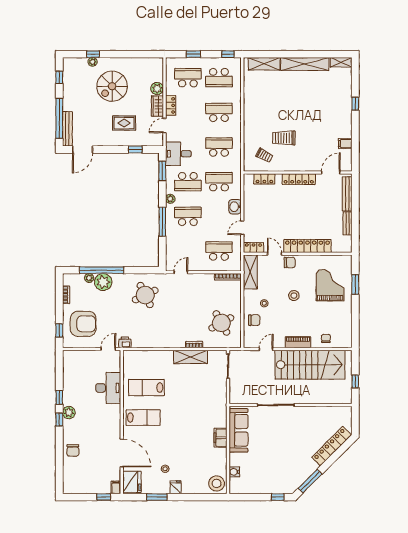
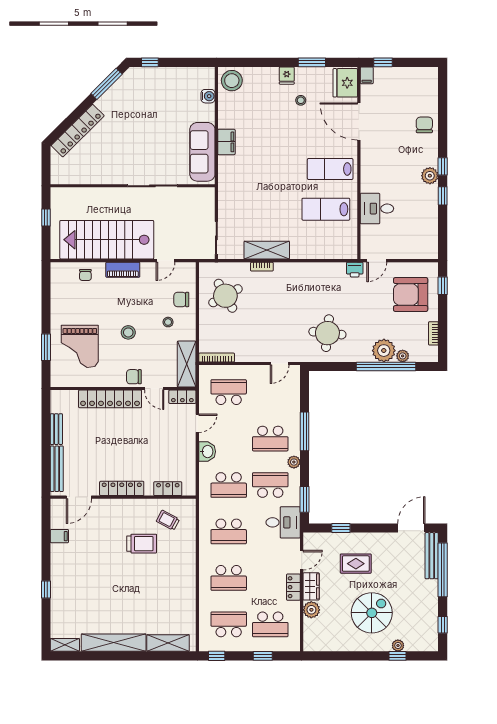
school desk: (219, 251) -> (229, 392), turned 180
round table: (145, 295) -> (327, 333), turned 32
desk: (108, 388) -> (377, 209), width x0.73
lab bench: (146, 388) -> (326, 209), turned 180

